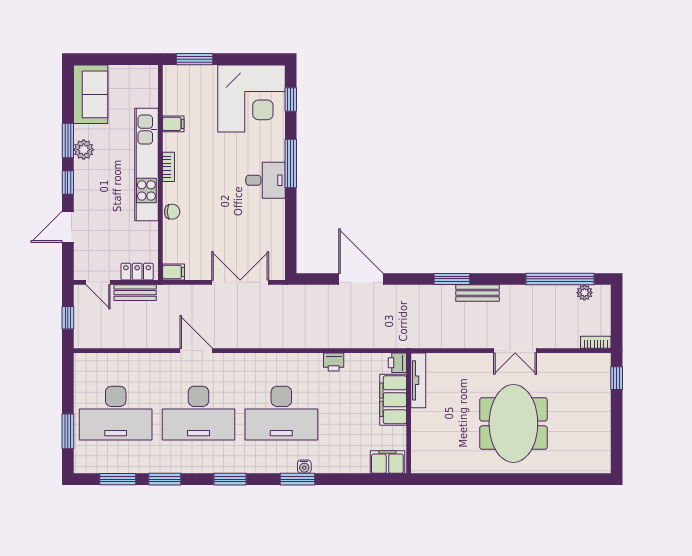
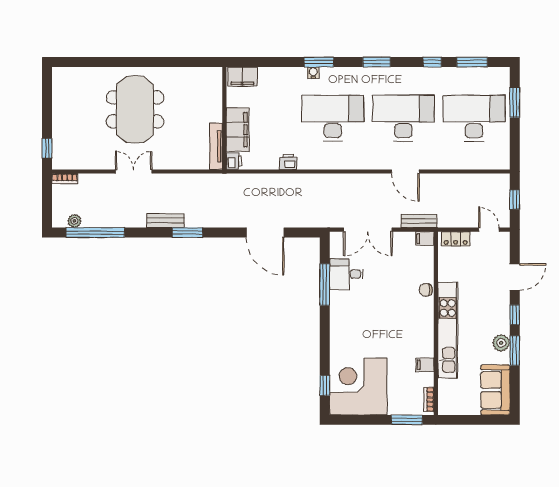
window: (291, 164) -> (325, 285), moved
bookcase: (168, 167) -> (429, 399), moved
desk: (265, 180) -> (346, 274), moved
bench: (135, 293) -> (419, 221), moved
window: (165, 479) -> (432, 62), width x0.67

